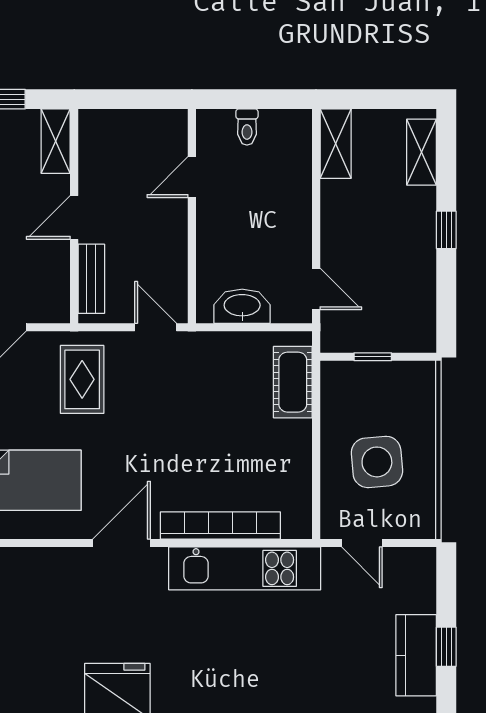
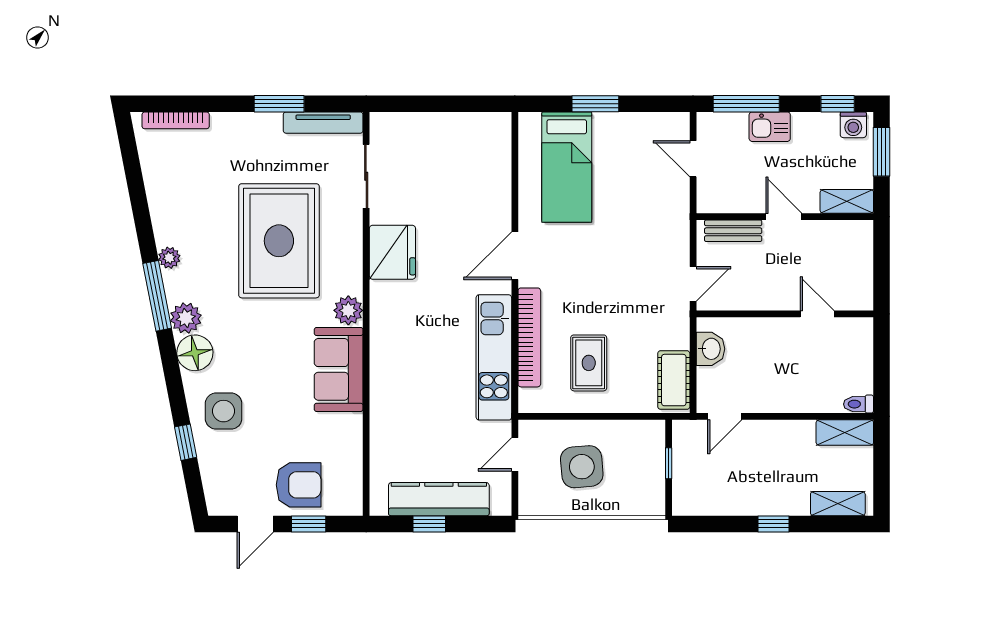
toilet: (247, 127) -> (859, 404), moved
washbasin: (242, 306) -> (710, 349), width x0.72
rug: (82, 379) -> (589, 363), moved, turned 90
cot: (293, 382) -> (674, 380), moved, turned 90
door: (121, 543) -> (515, 256), swing flipped
kitchen counter: (416, 655) -> (439, 499), width x1.50

